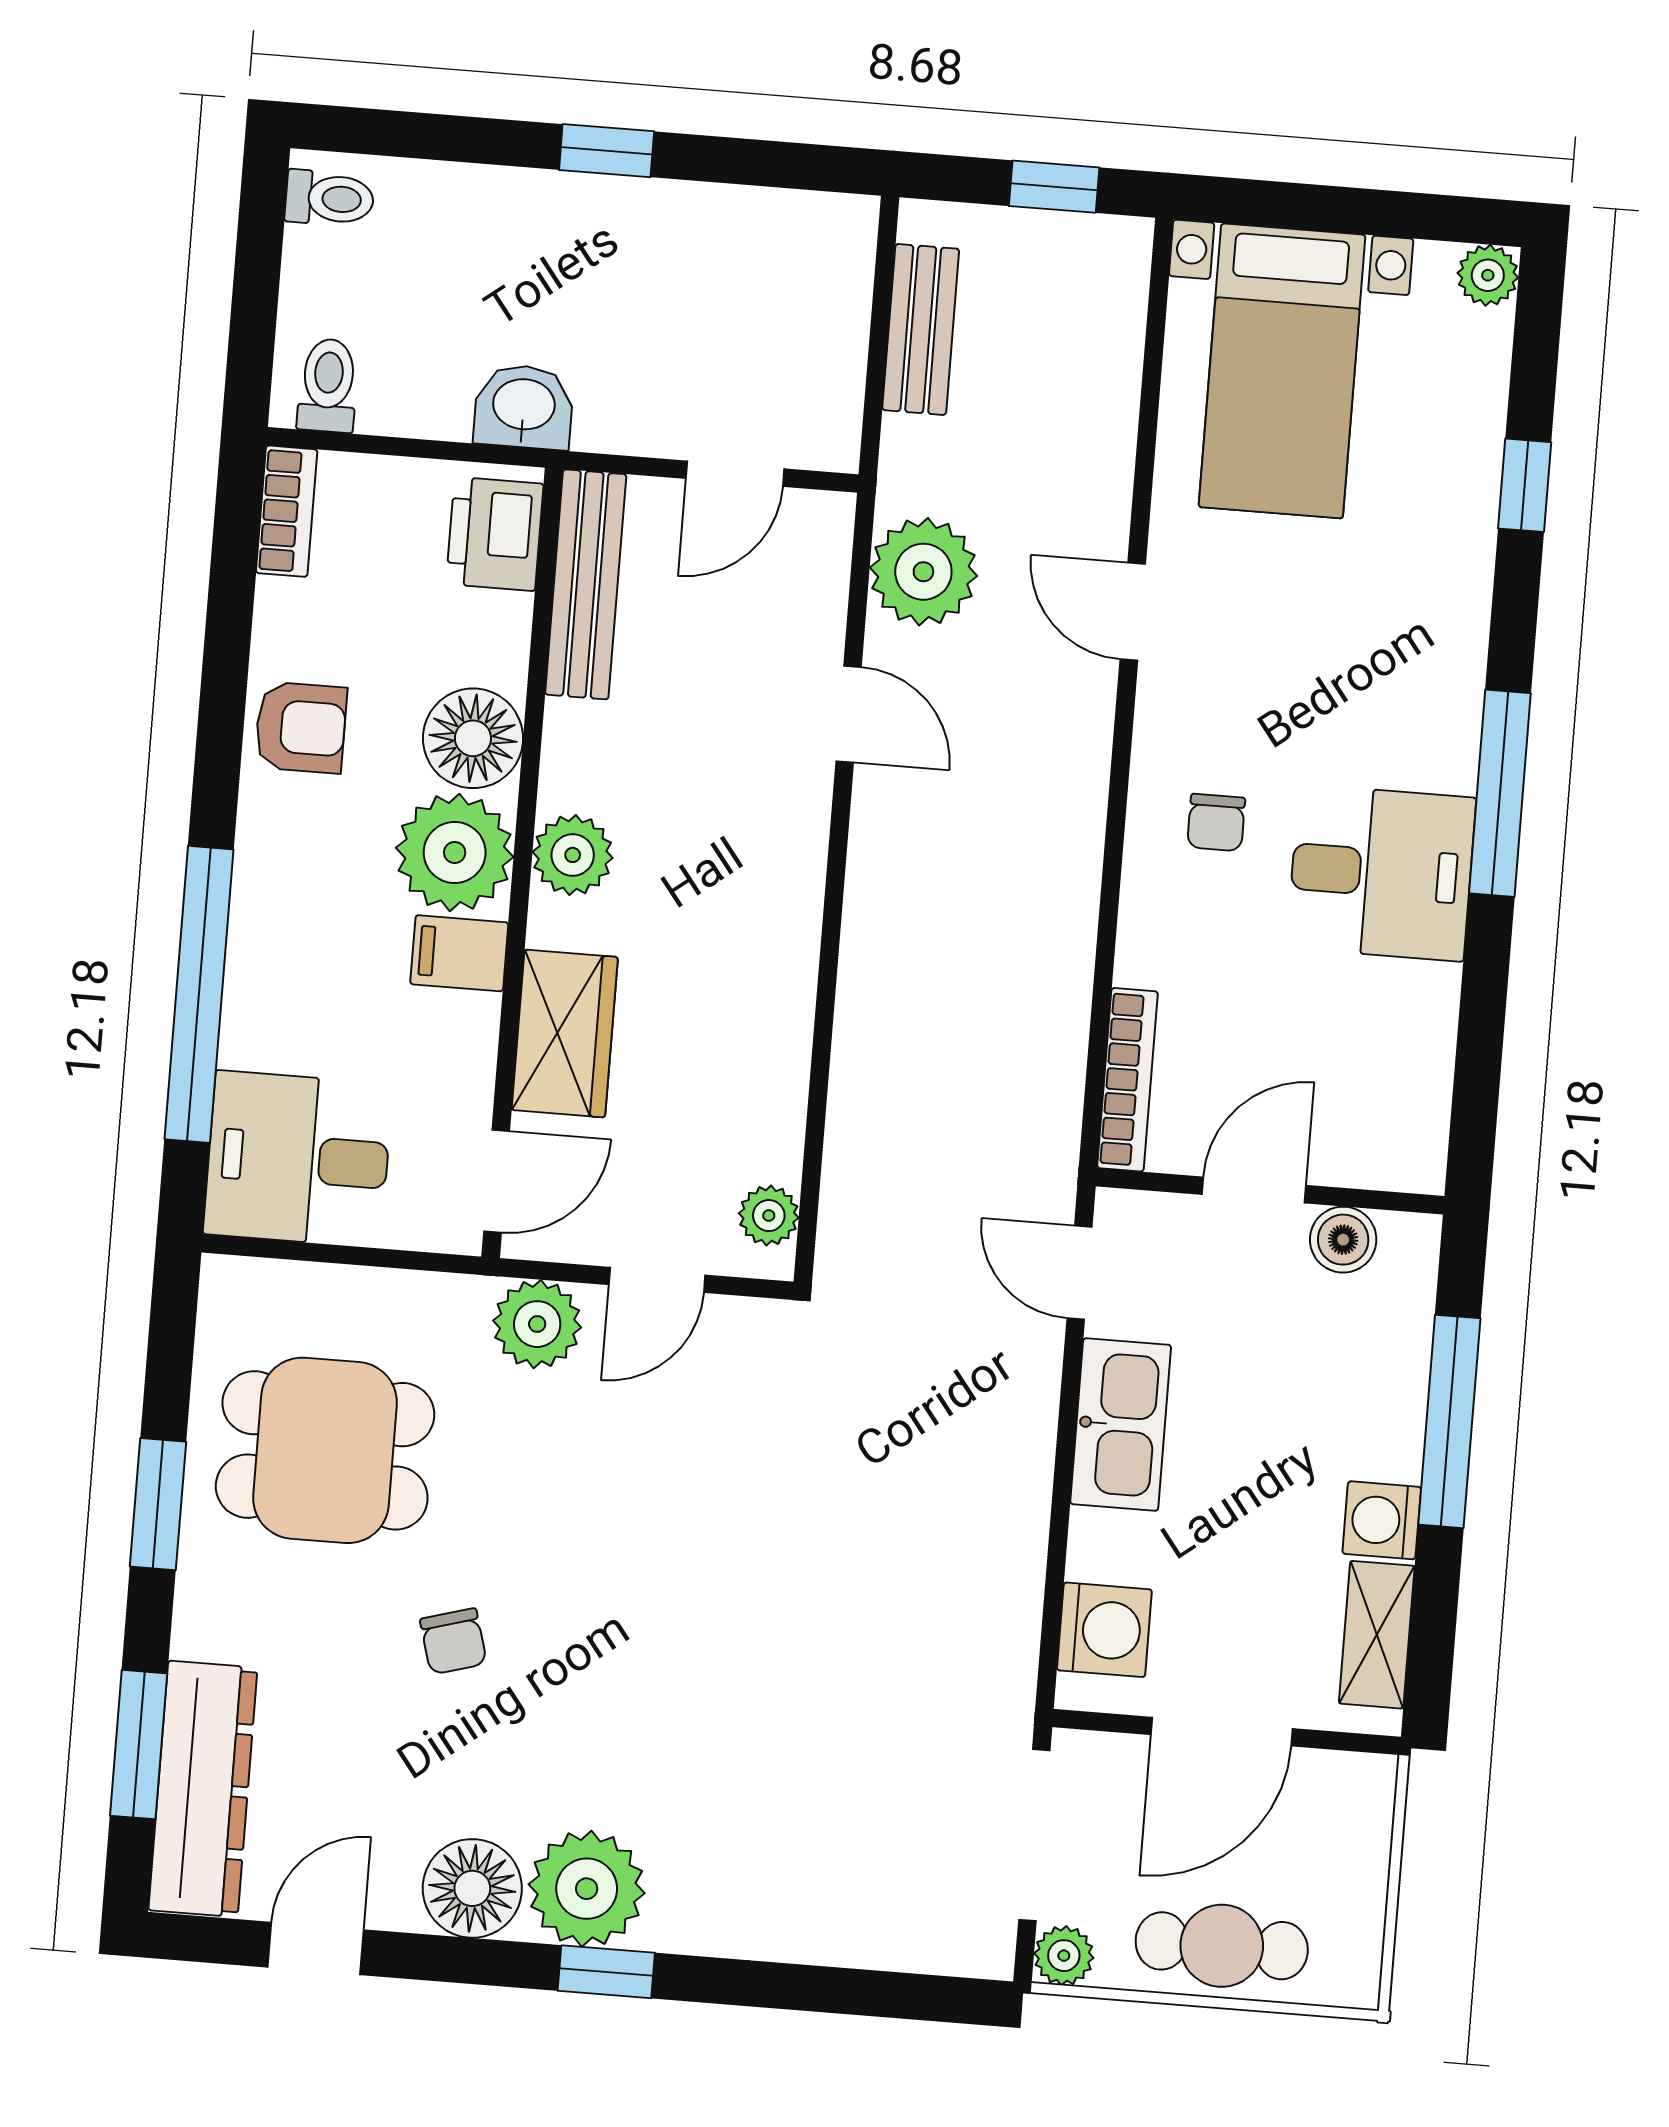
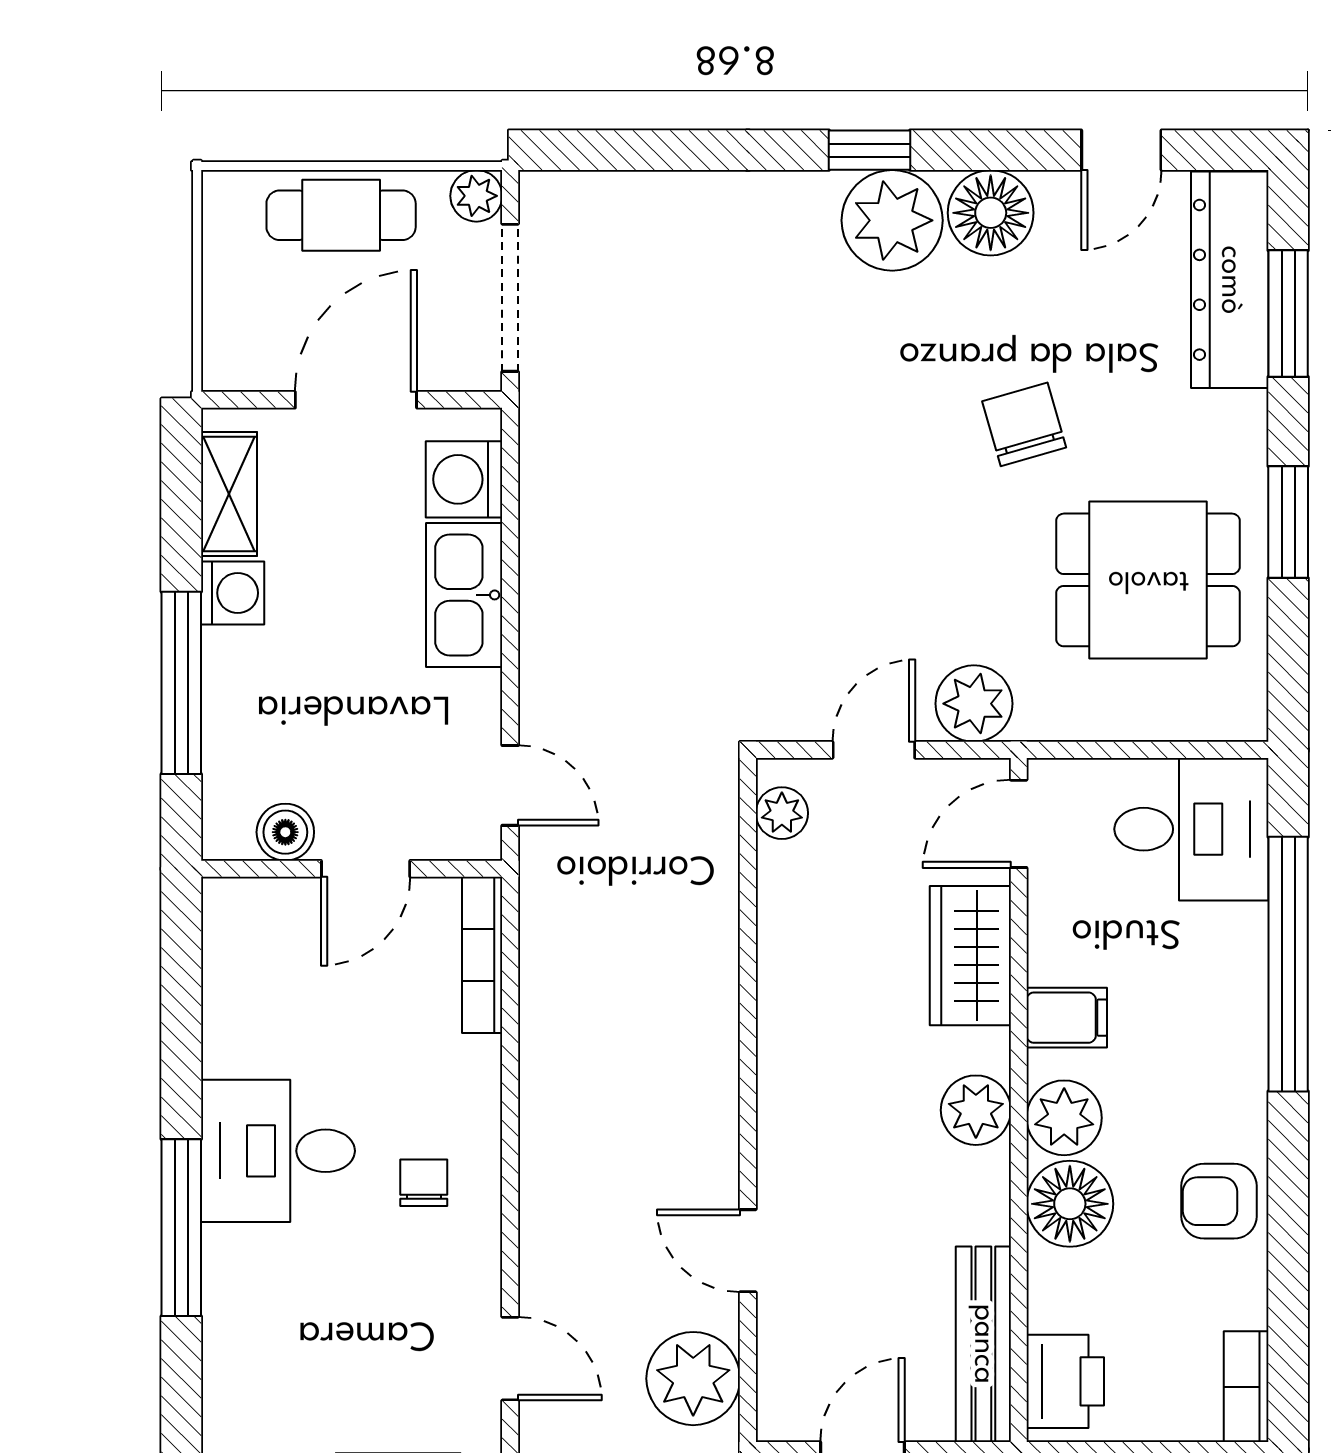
plant: (455, 852) -> (1064, 1118), width x0.73, depth x0.73
kitchen sink: (1121, 1424) -> (464, 595), moved
chair: (453, 1641) -> (1024, 424), width x1.37, depth x1.37

